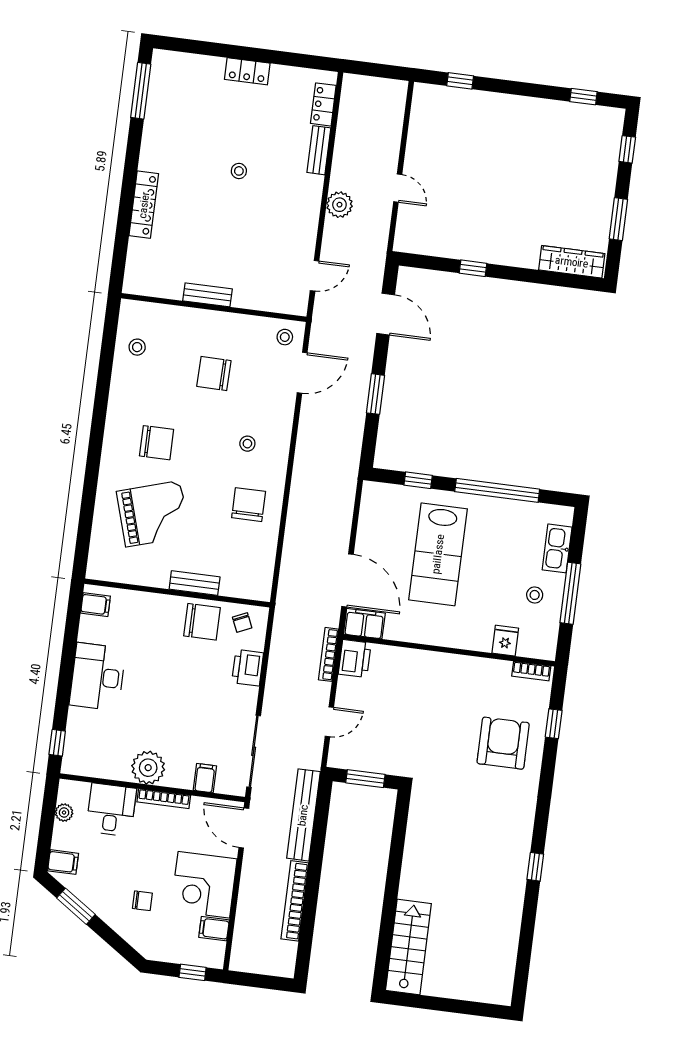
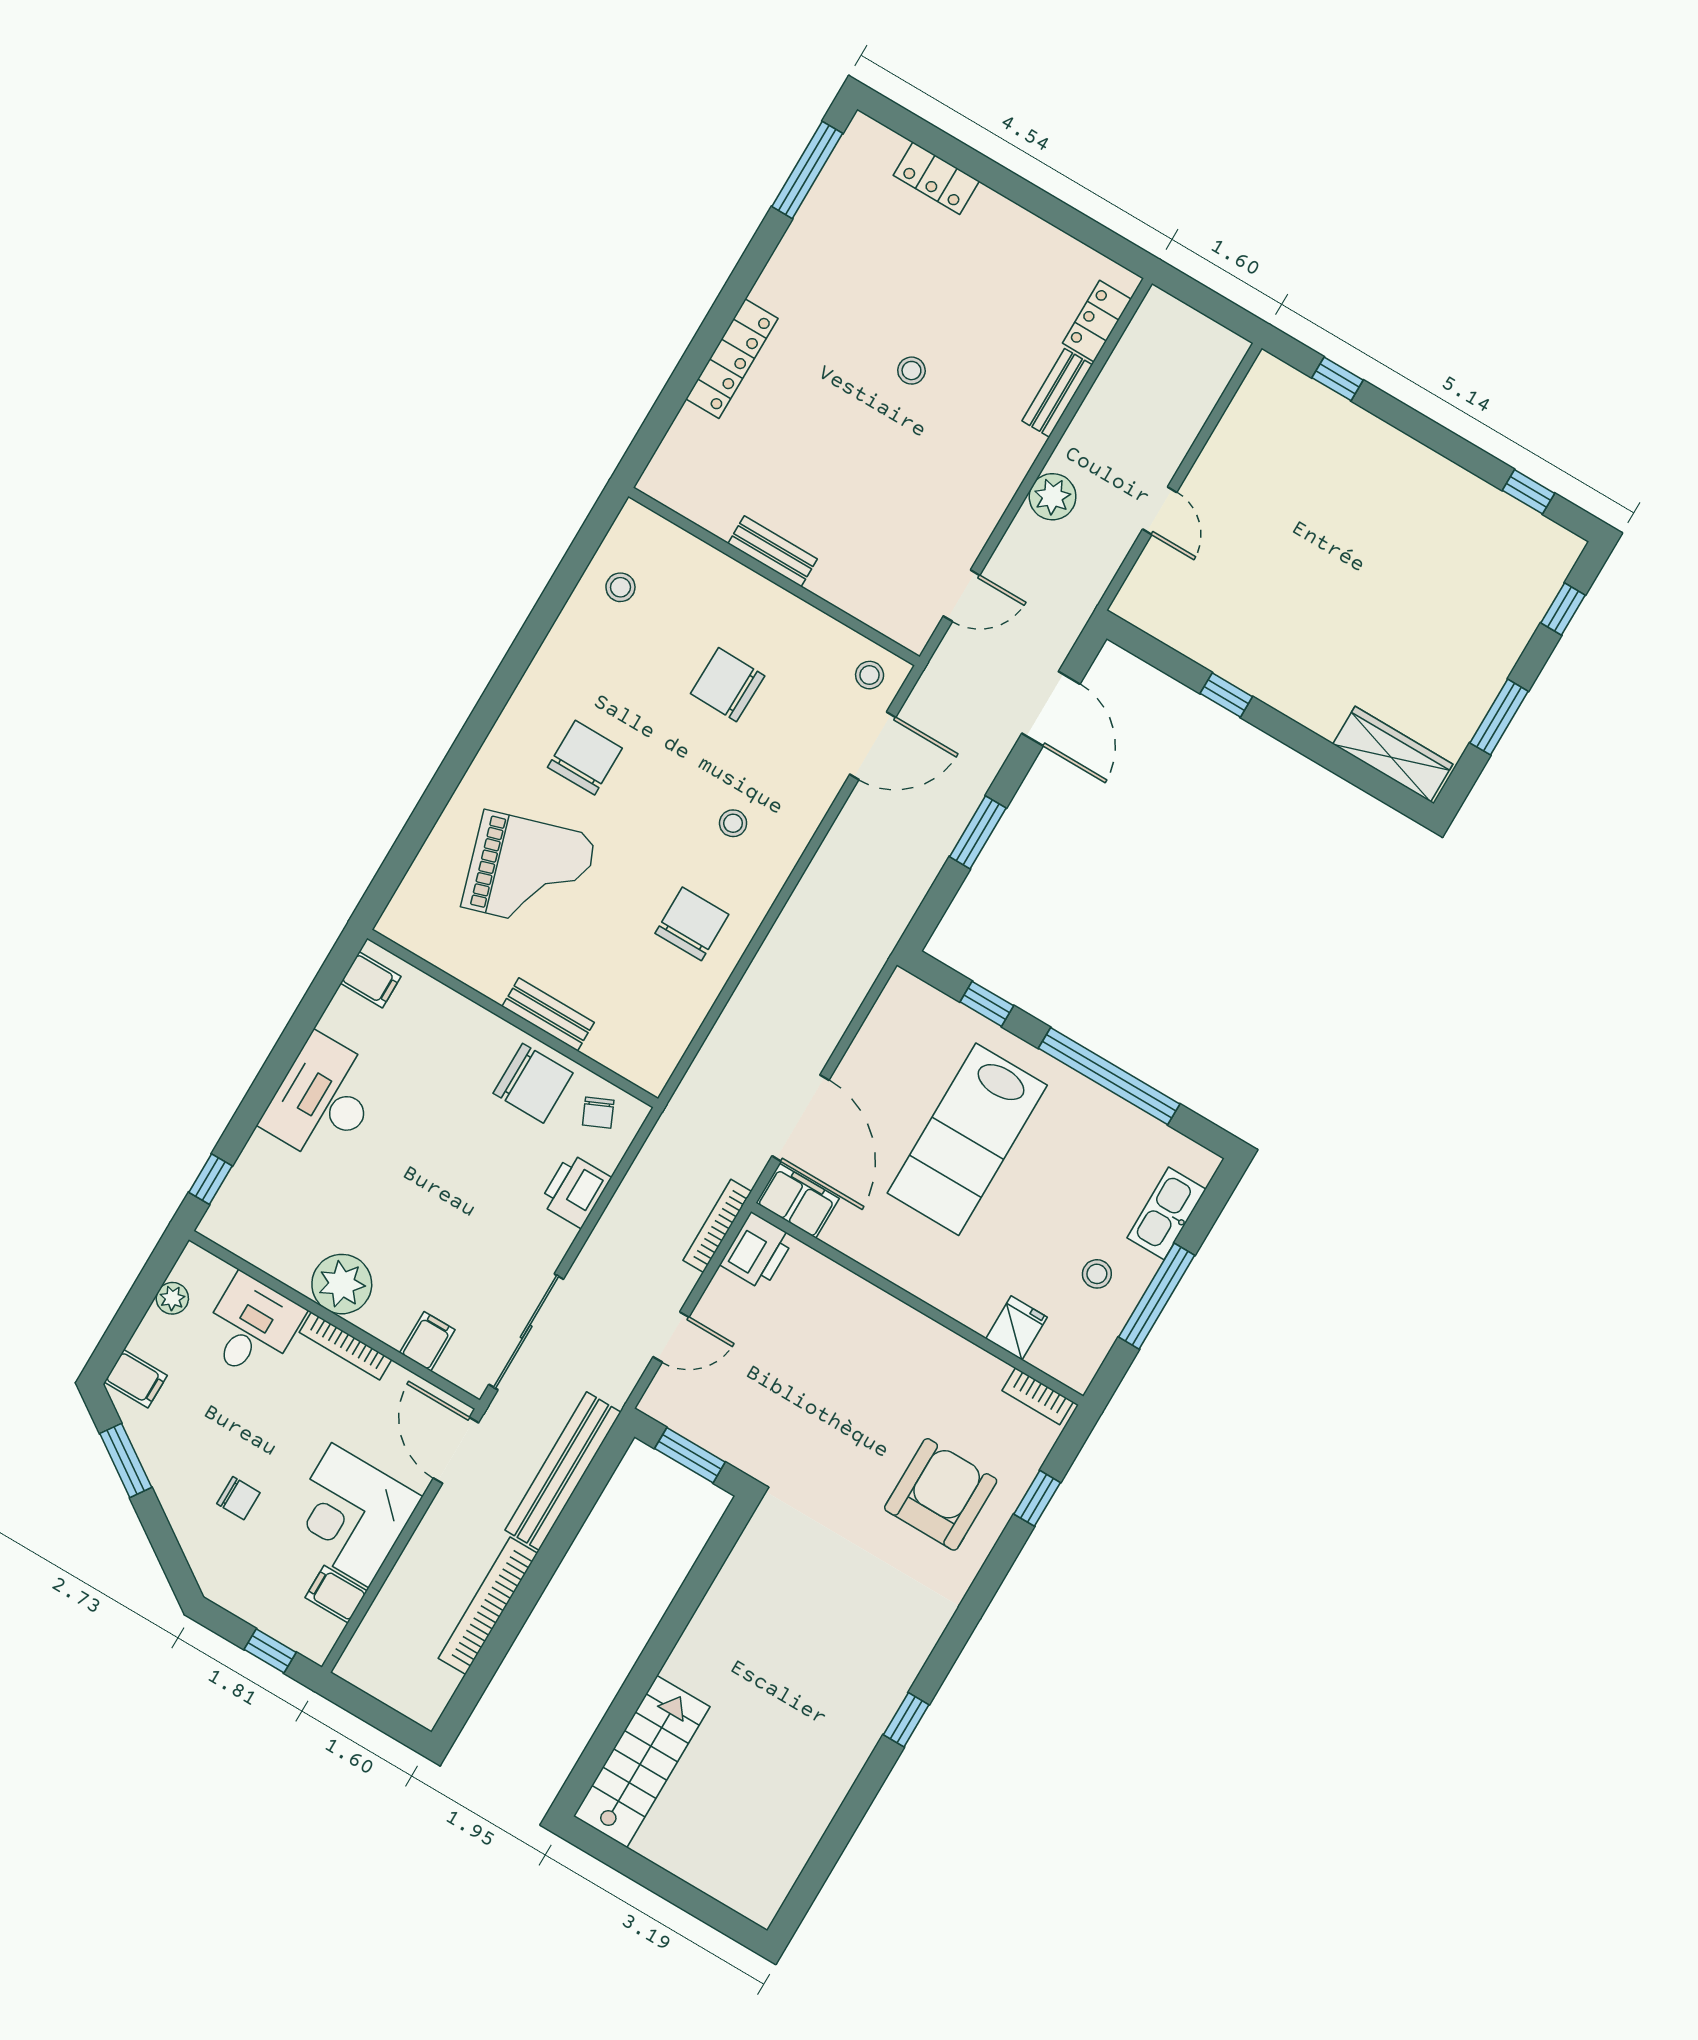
locker: (247, 71) -> (936, 178), moved
chair: (157, 443) -> (585, 758), turned -90

